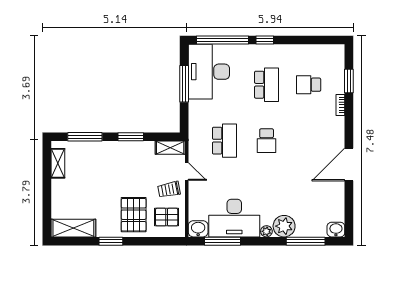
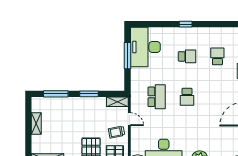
window: (222, 40) -> (155, 24), removed
school desk: (267, 85) -> (187, 56), width x0.54
school desk: (309, 85) -> (217, 56), turned 90
shelving: (58, 163) -> (36, 123), moved

